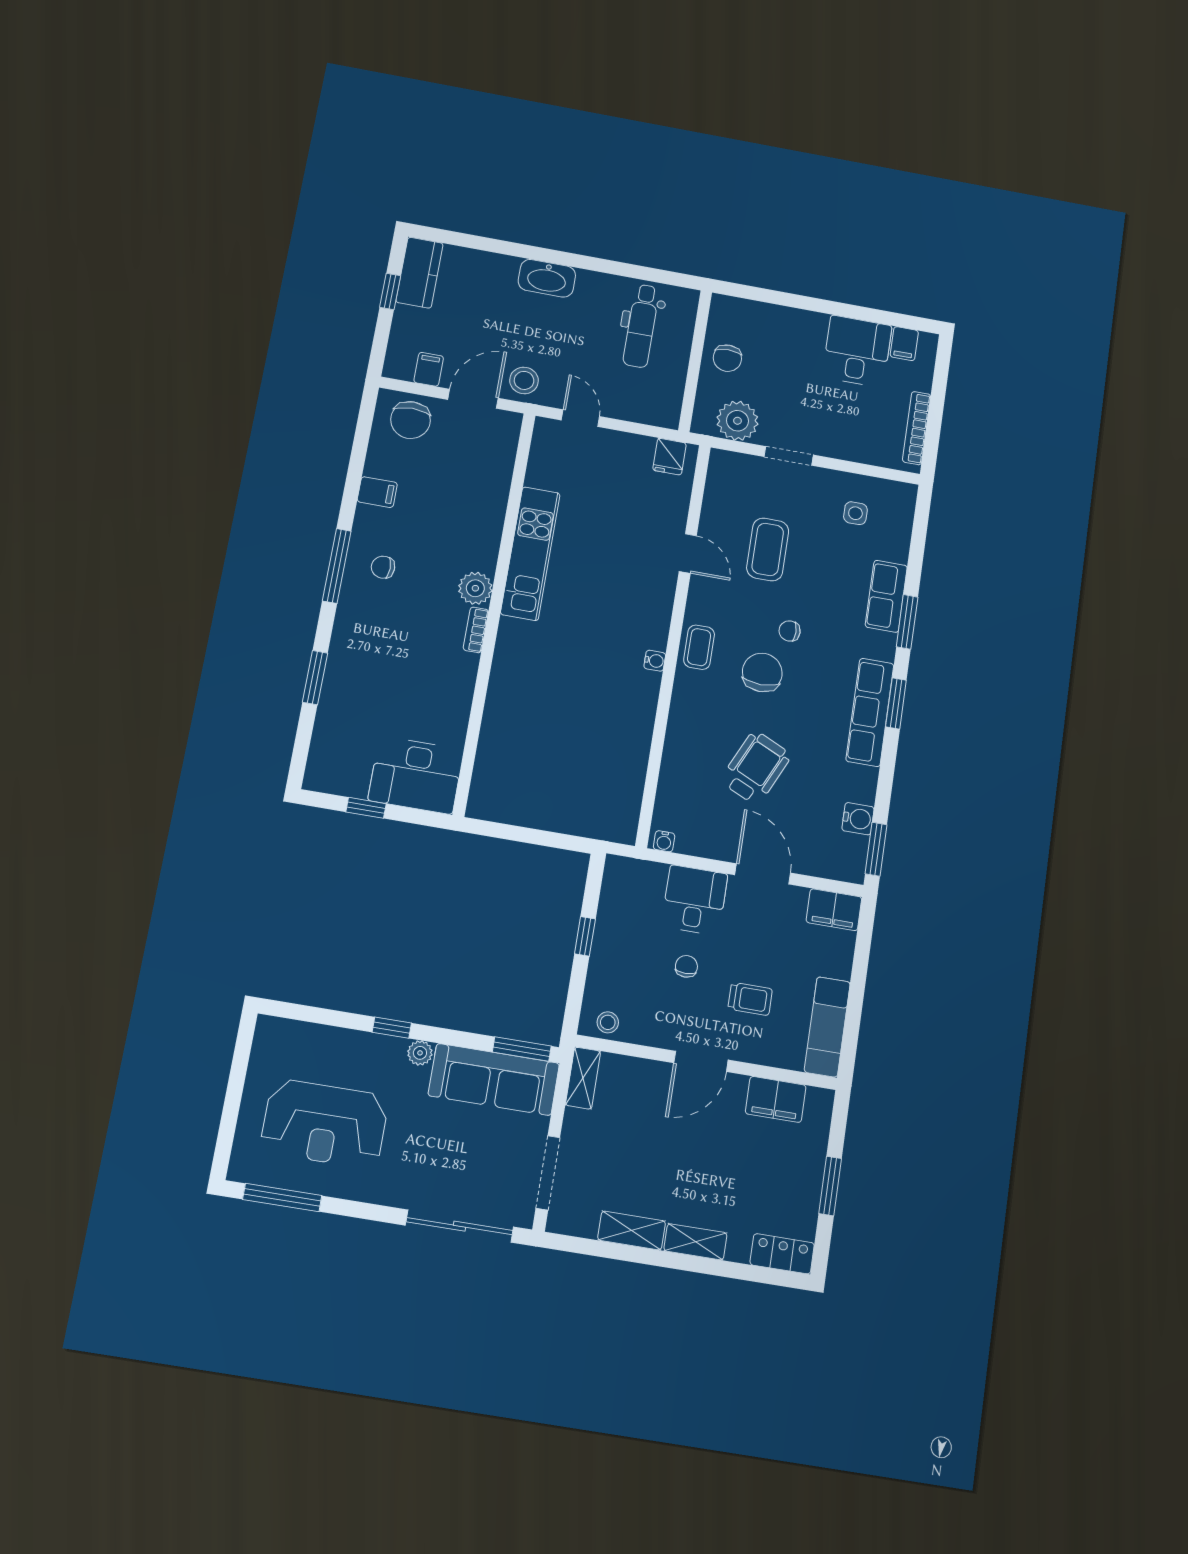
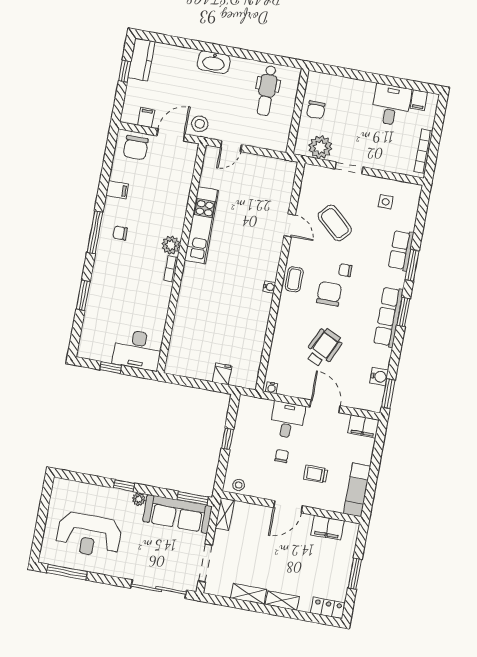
door: (580, 418) -> (231, 146), swing flipped
fridge: (669, 457) -> (222, 374), moved, turned 180
coffee table: (768, 549) -> (335, 223), turned -48
trolley: (750, 999) -> (316, 474), turned 180

